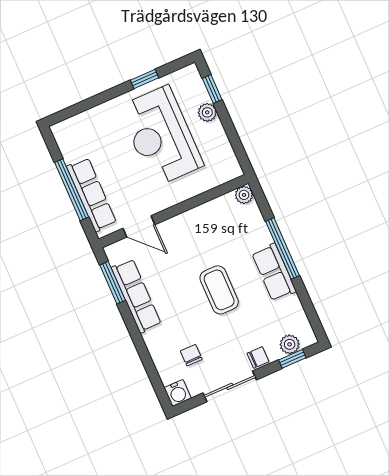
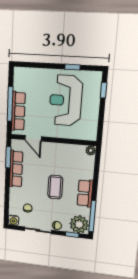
plant: (207, 112) -> (95, 101), removed
window: (283, 249) -> (92, 216), moved
plant: (290, 344) -> (79, 224), width x1.87, depth x1.87

